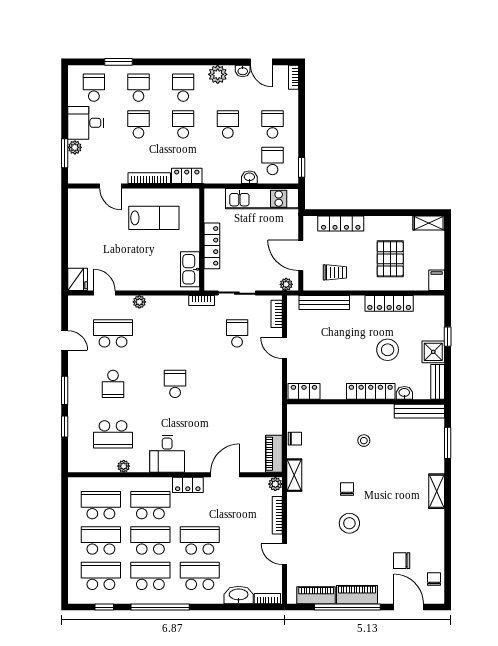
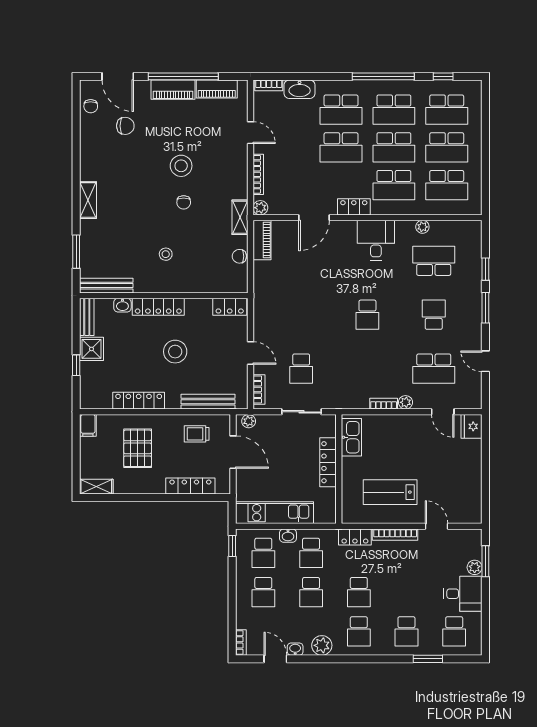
school desk: (138, 124) -> (311, 553), moved
bookcase: (202, 301) -> (384, 404), moved
stool: (388, 350) -> (175, 352), moved

